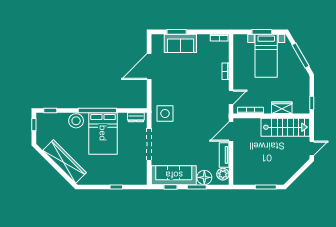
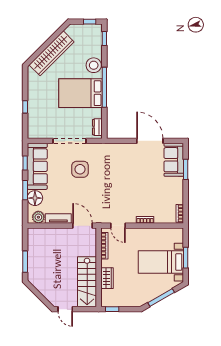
sofa: (180, 43) -> (174, 160), moved
side table: (165, 113) -> (80, 169), moved

